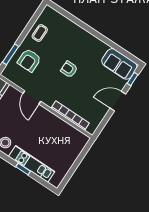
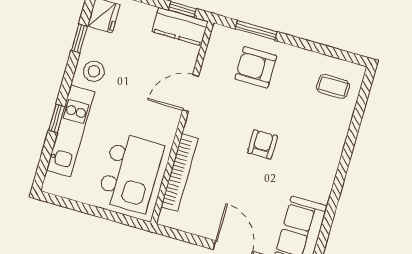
coffee table: (40, 33) -> (333, 86), moved
kitchen island: (63, 140) -> (131, 173), added

